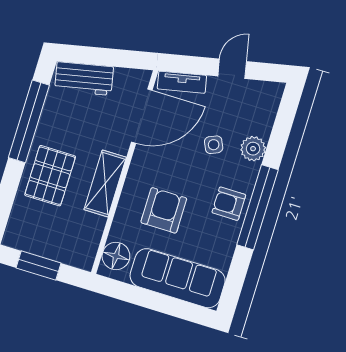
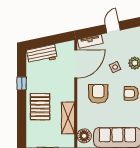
window: (29, 121) -> (22, 83), width x0.32
shelving: (105, 183) -> (68, 118), moved
armchair: (164, 210) -> (98, 94), moved

